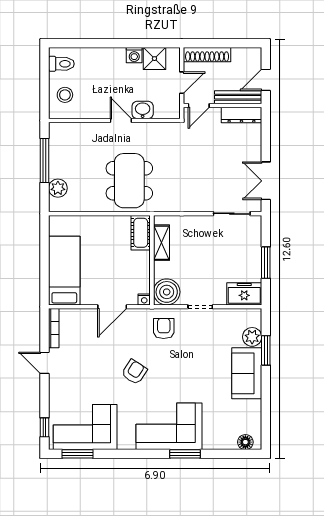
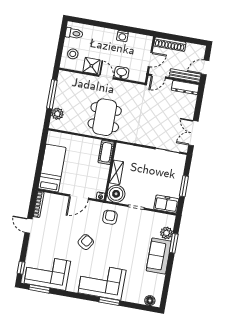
shower: (154, 59) -> (91, 66), moved
shelving: (161, 243) -> (116, 172), moved

